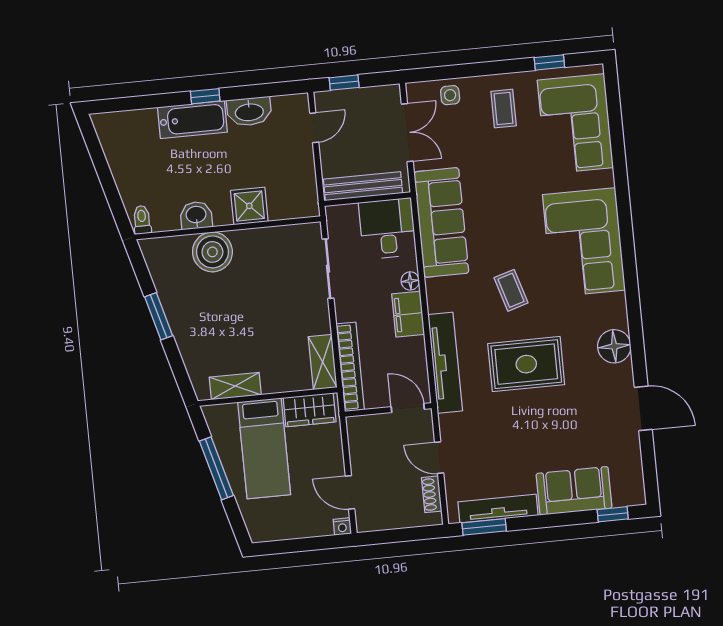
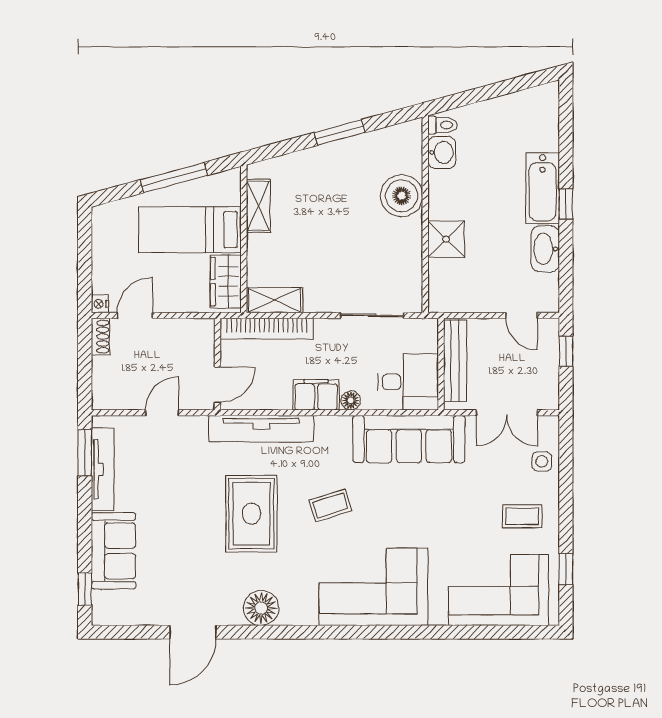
washbasin: (196, 215) -> (442, 152), moved
shoe rack: (432, 494) -> (100, 337), moved, turned 90

